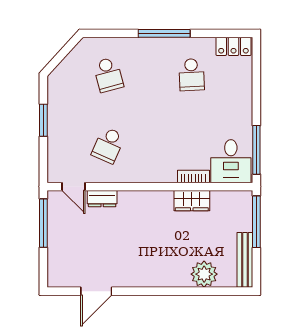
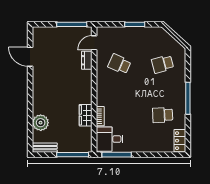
bench: (245, 260) -> (45, 148), width x0.73

